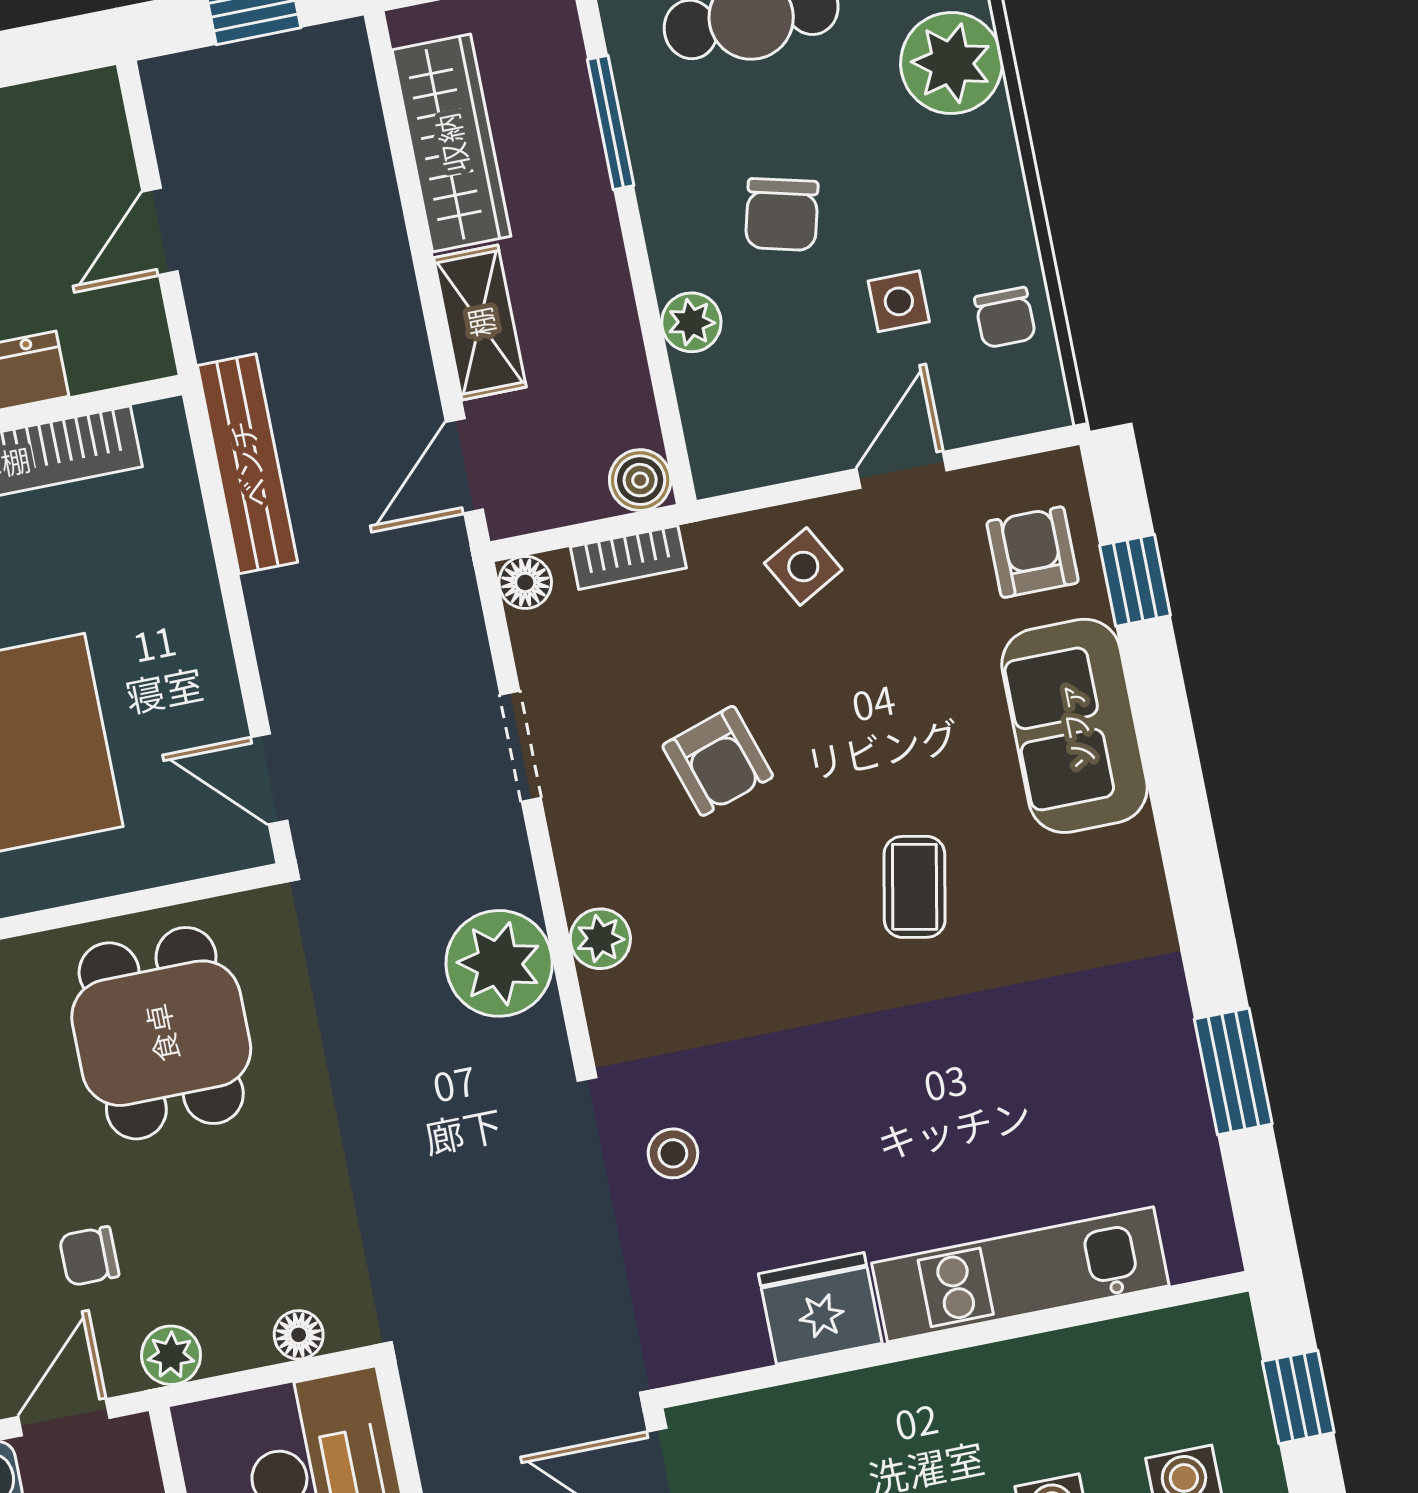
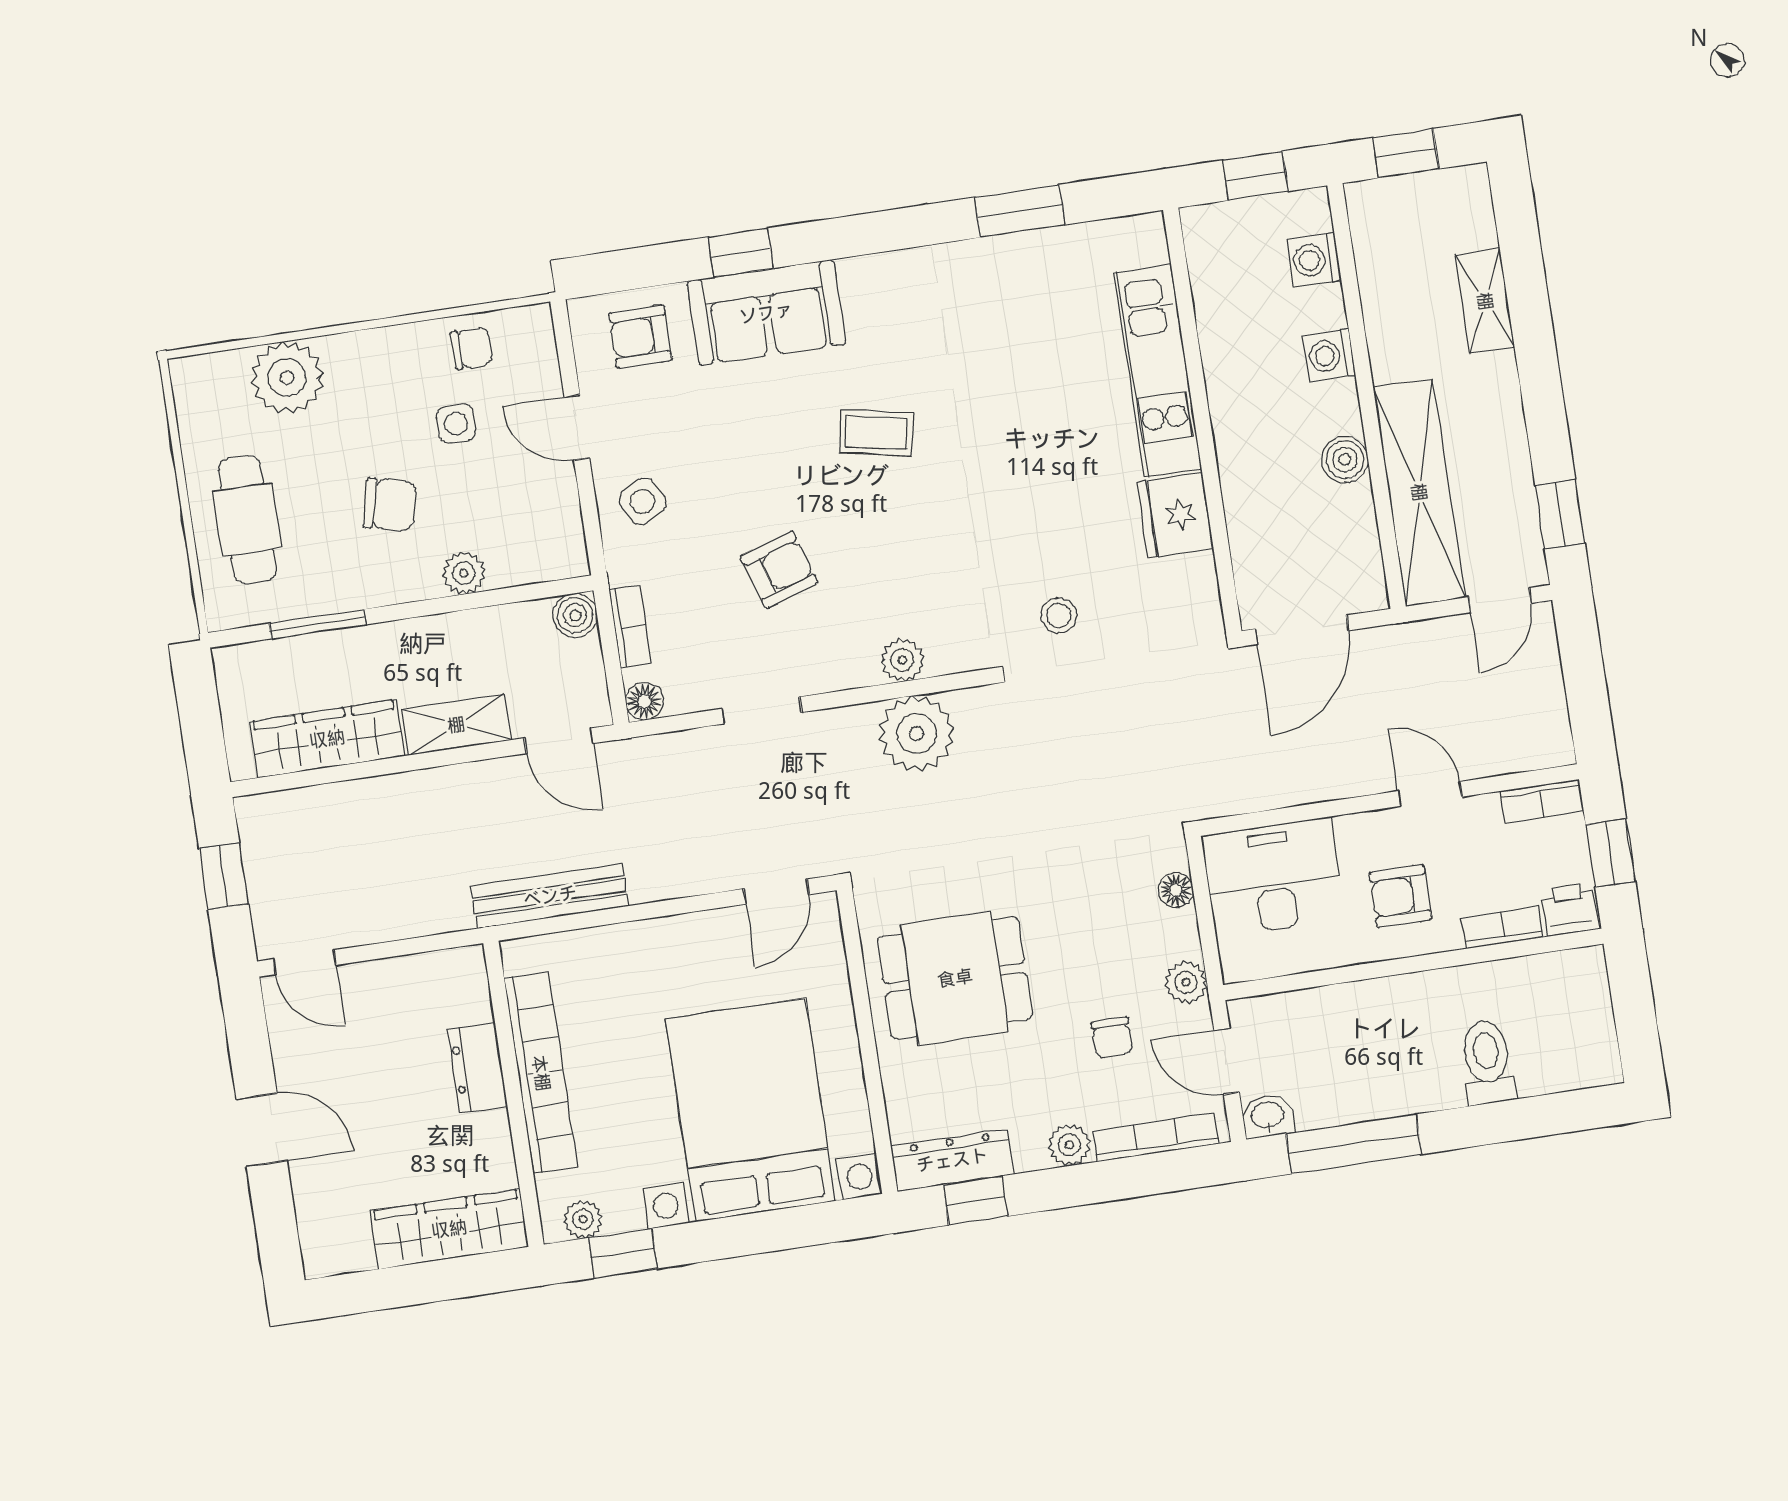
door: (160, 232) -> (305, 962), moved
window: (1135, 580) -> (741, 253), moved

